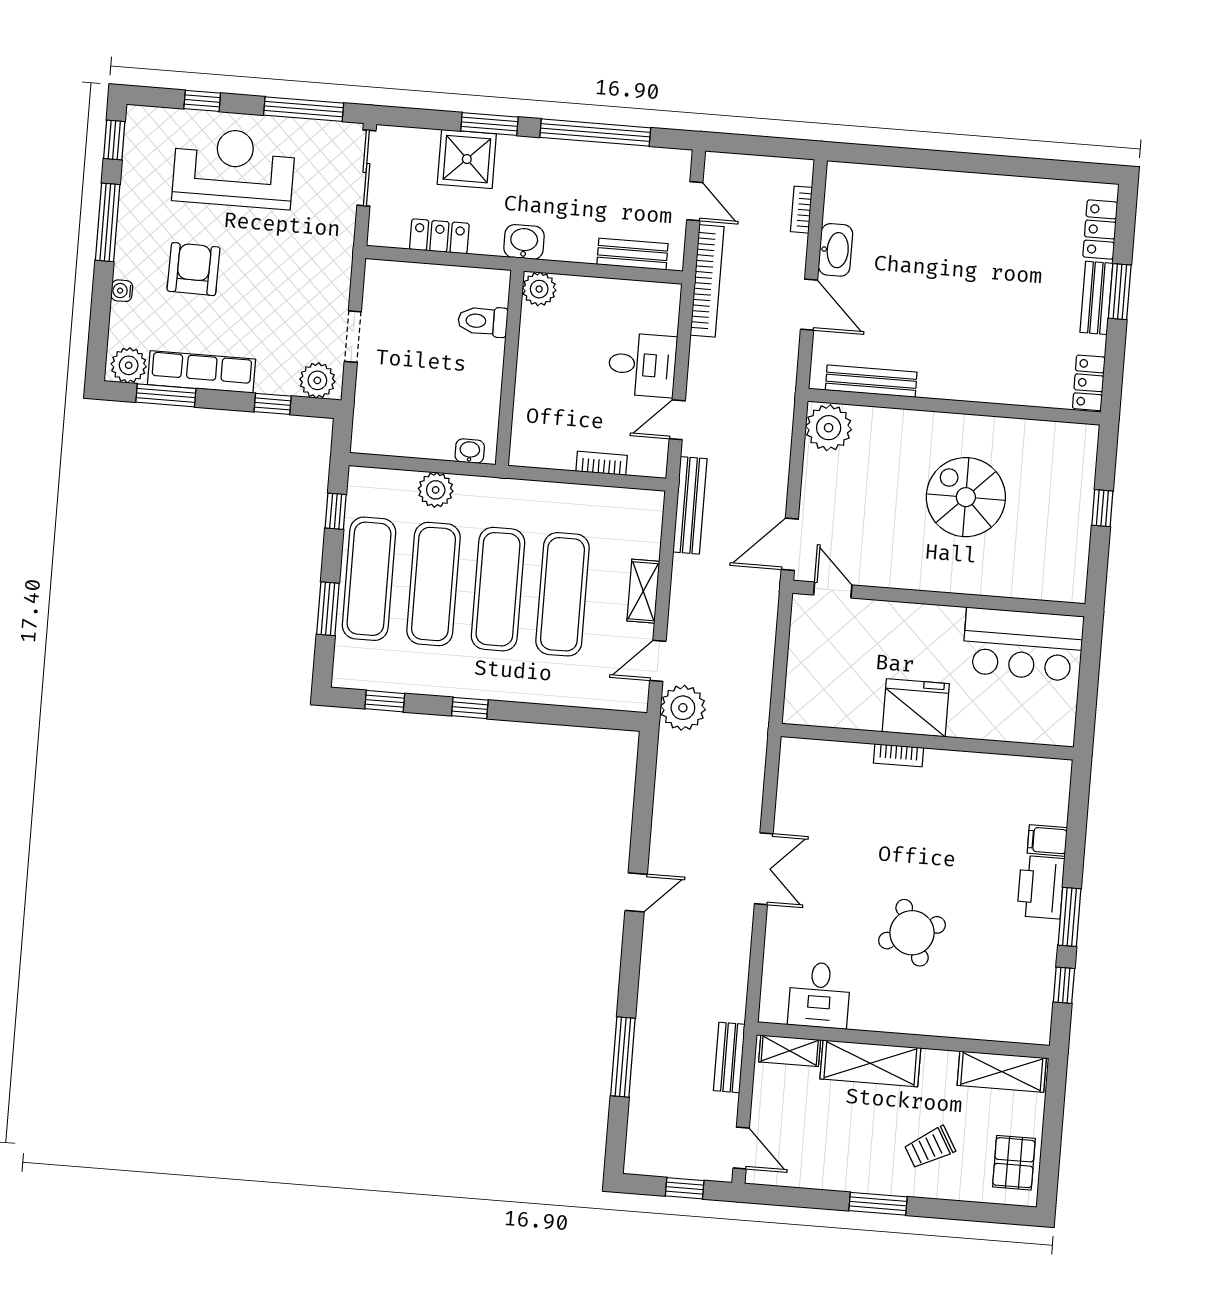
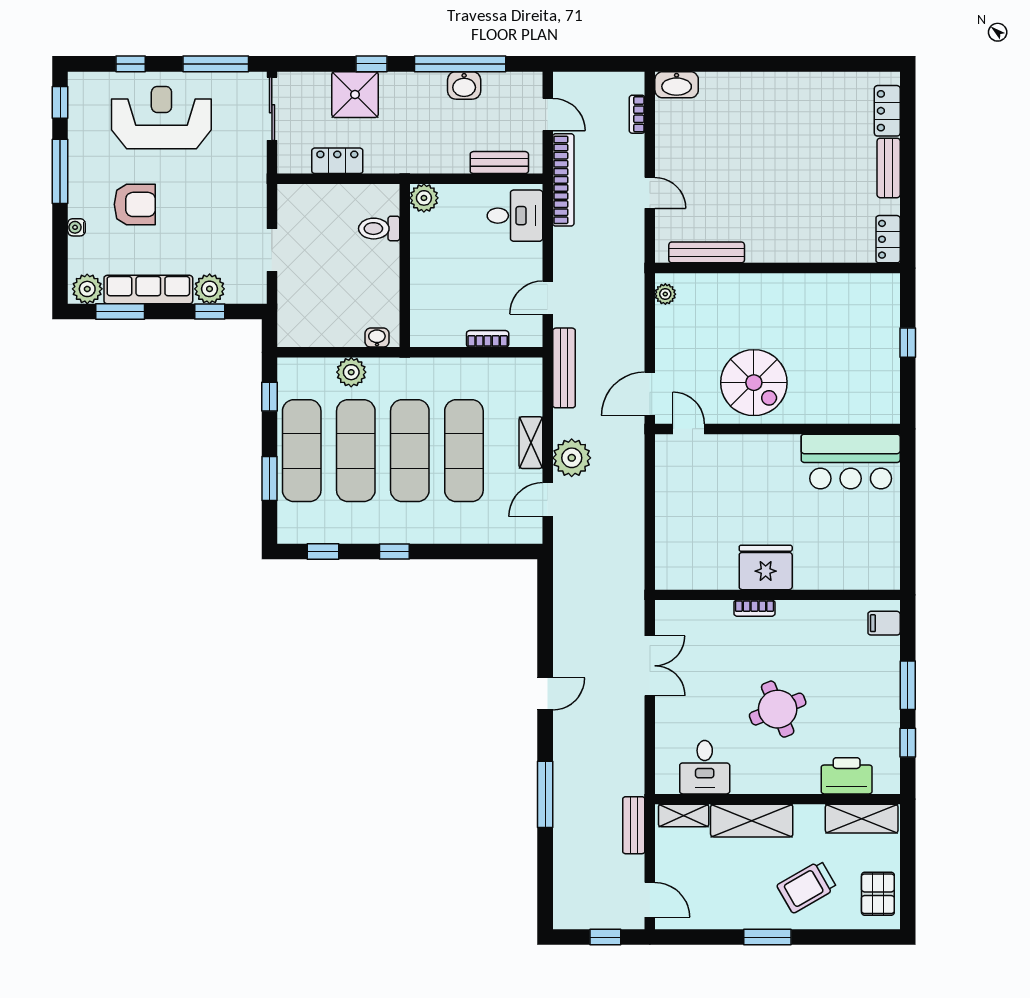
window: (489, 124) -> (372, 64), width x0.67
washbasin: (524, 242) -> (464, 85), moved, turned 180
washbasin: (835, 250) -> (677, 85), moved, turned 90
armchair: (194, 269) -> (135, 204), turned 89
window: (1120, 292) -> (908, 161), removed
door: (809, 305) -> (650, 193), width x0.73
desk: (642, 365) -> (515, 216), moved
plant: (317, 380) -> (210, 289), moved
plant: (829, 428) -> (665, 294), width x0.53, depth x0.53
spiral stairs: (966, 497) -> (754, 383), moved, turned 180
plant: (683, 708) -> (572, 458), moved
fridge: (916, 708) -> (766, 567), moved
wall: (927, 742) -> (777, 595), moved
bookcase: (898, 755) -> (754, 608), moved
printer: (1041, 887) -> (847, 776), moved, turned 90
window: (623, 1057) -> (545, 794), moved
trolley: (930, 1148) -> (807, 887), width x1.36, depth x1.39

